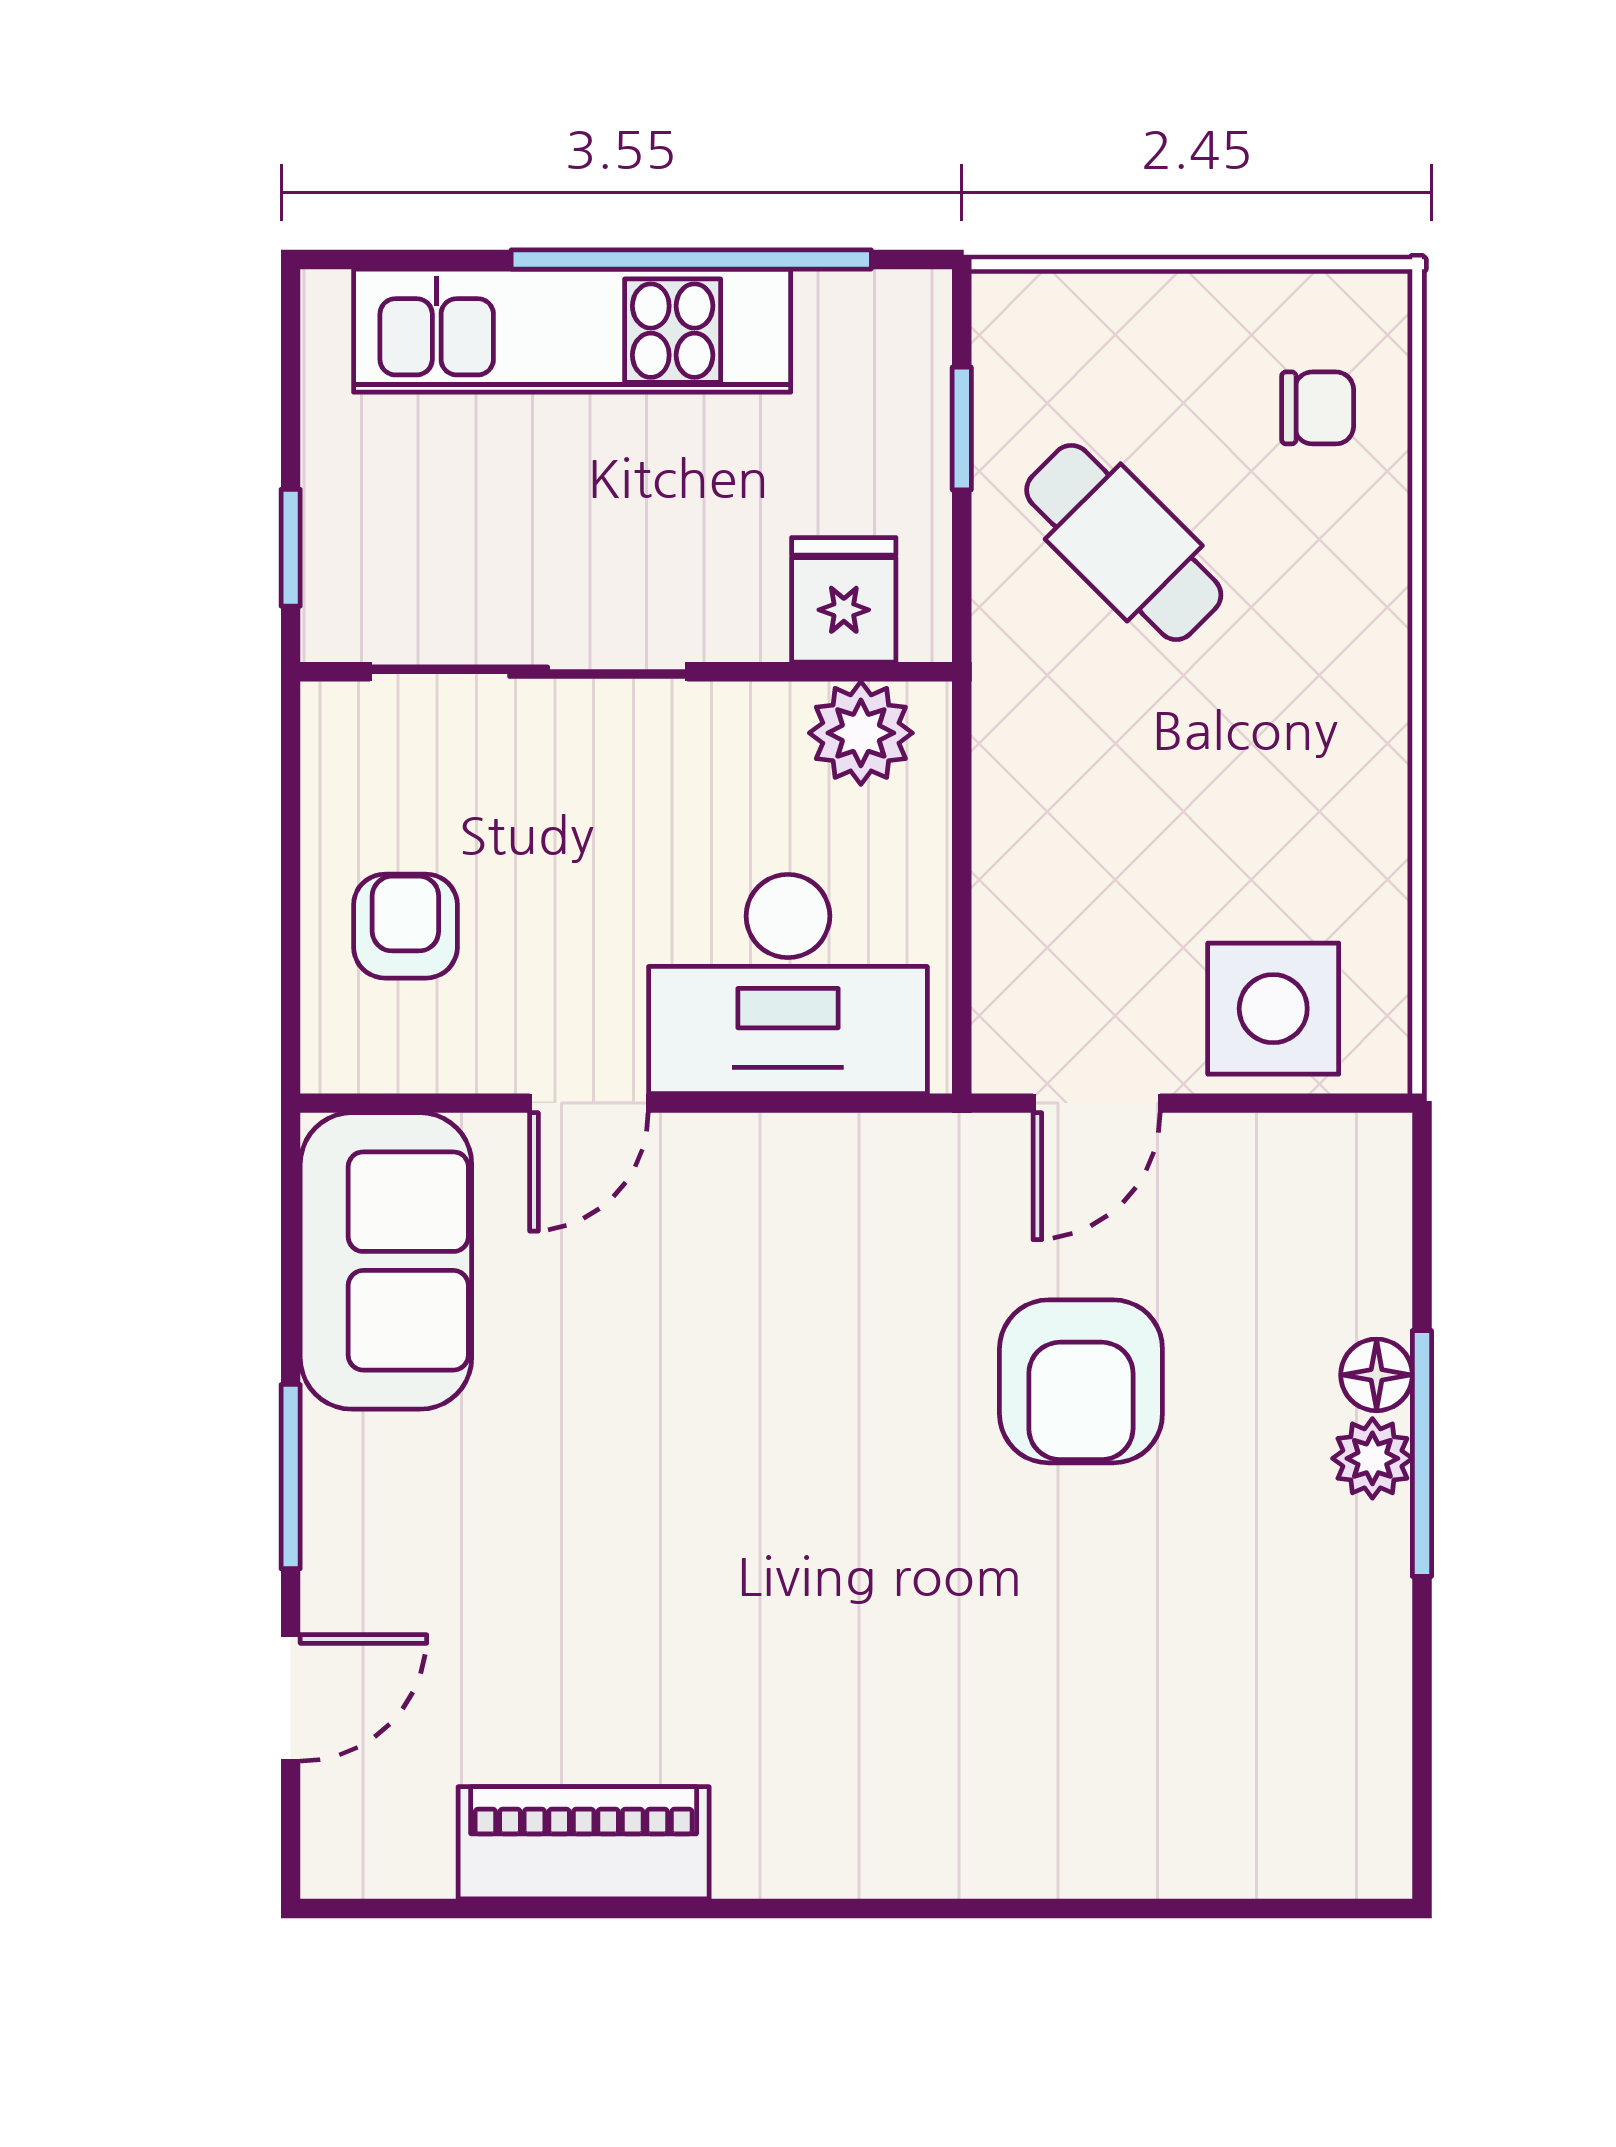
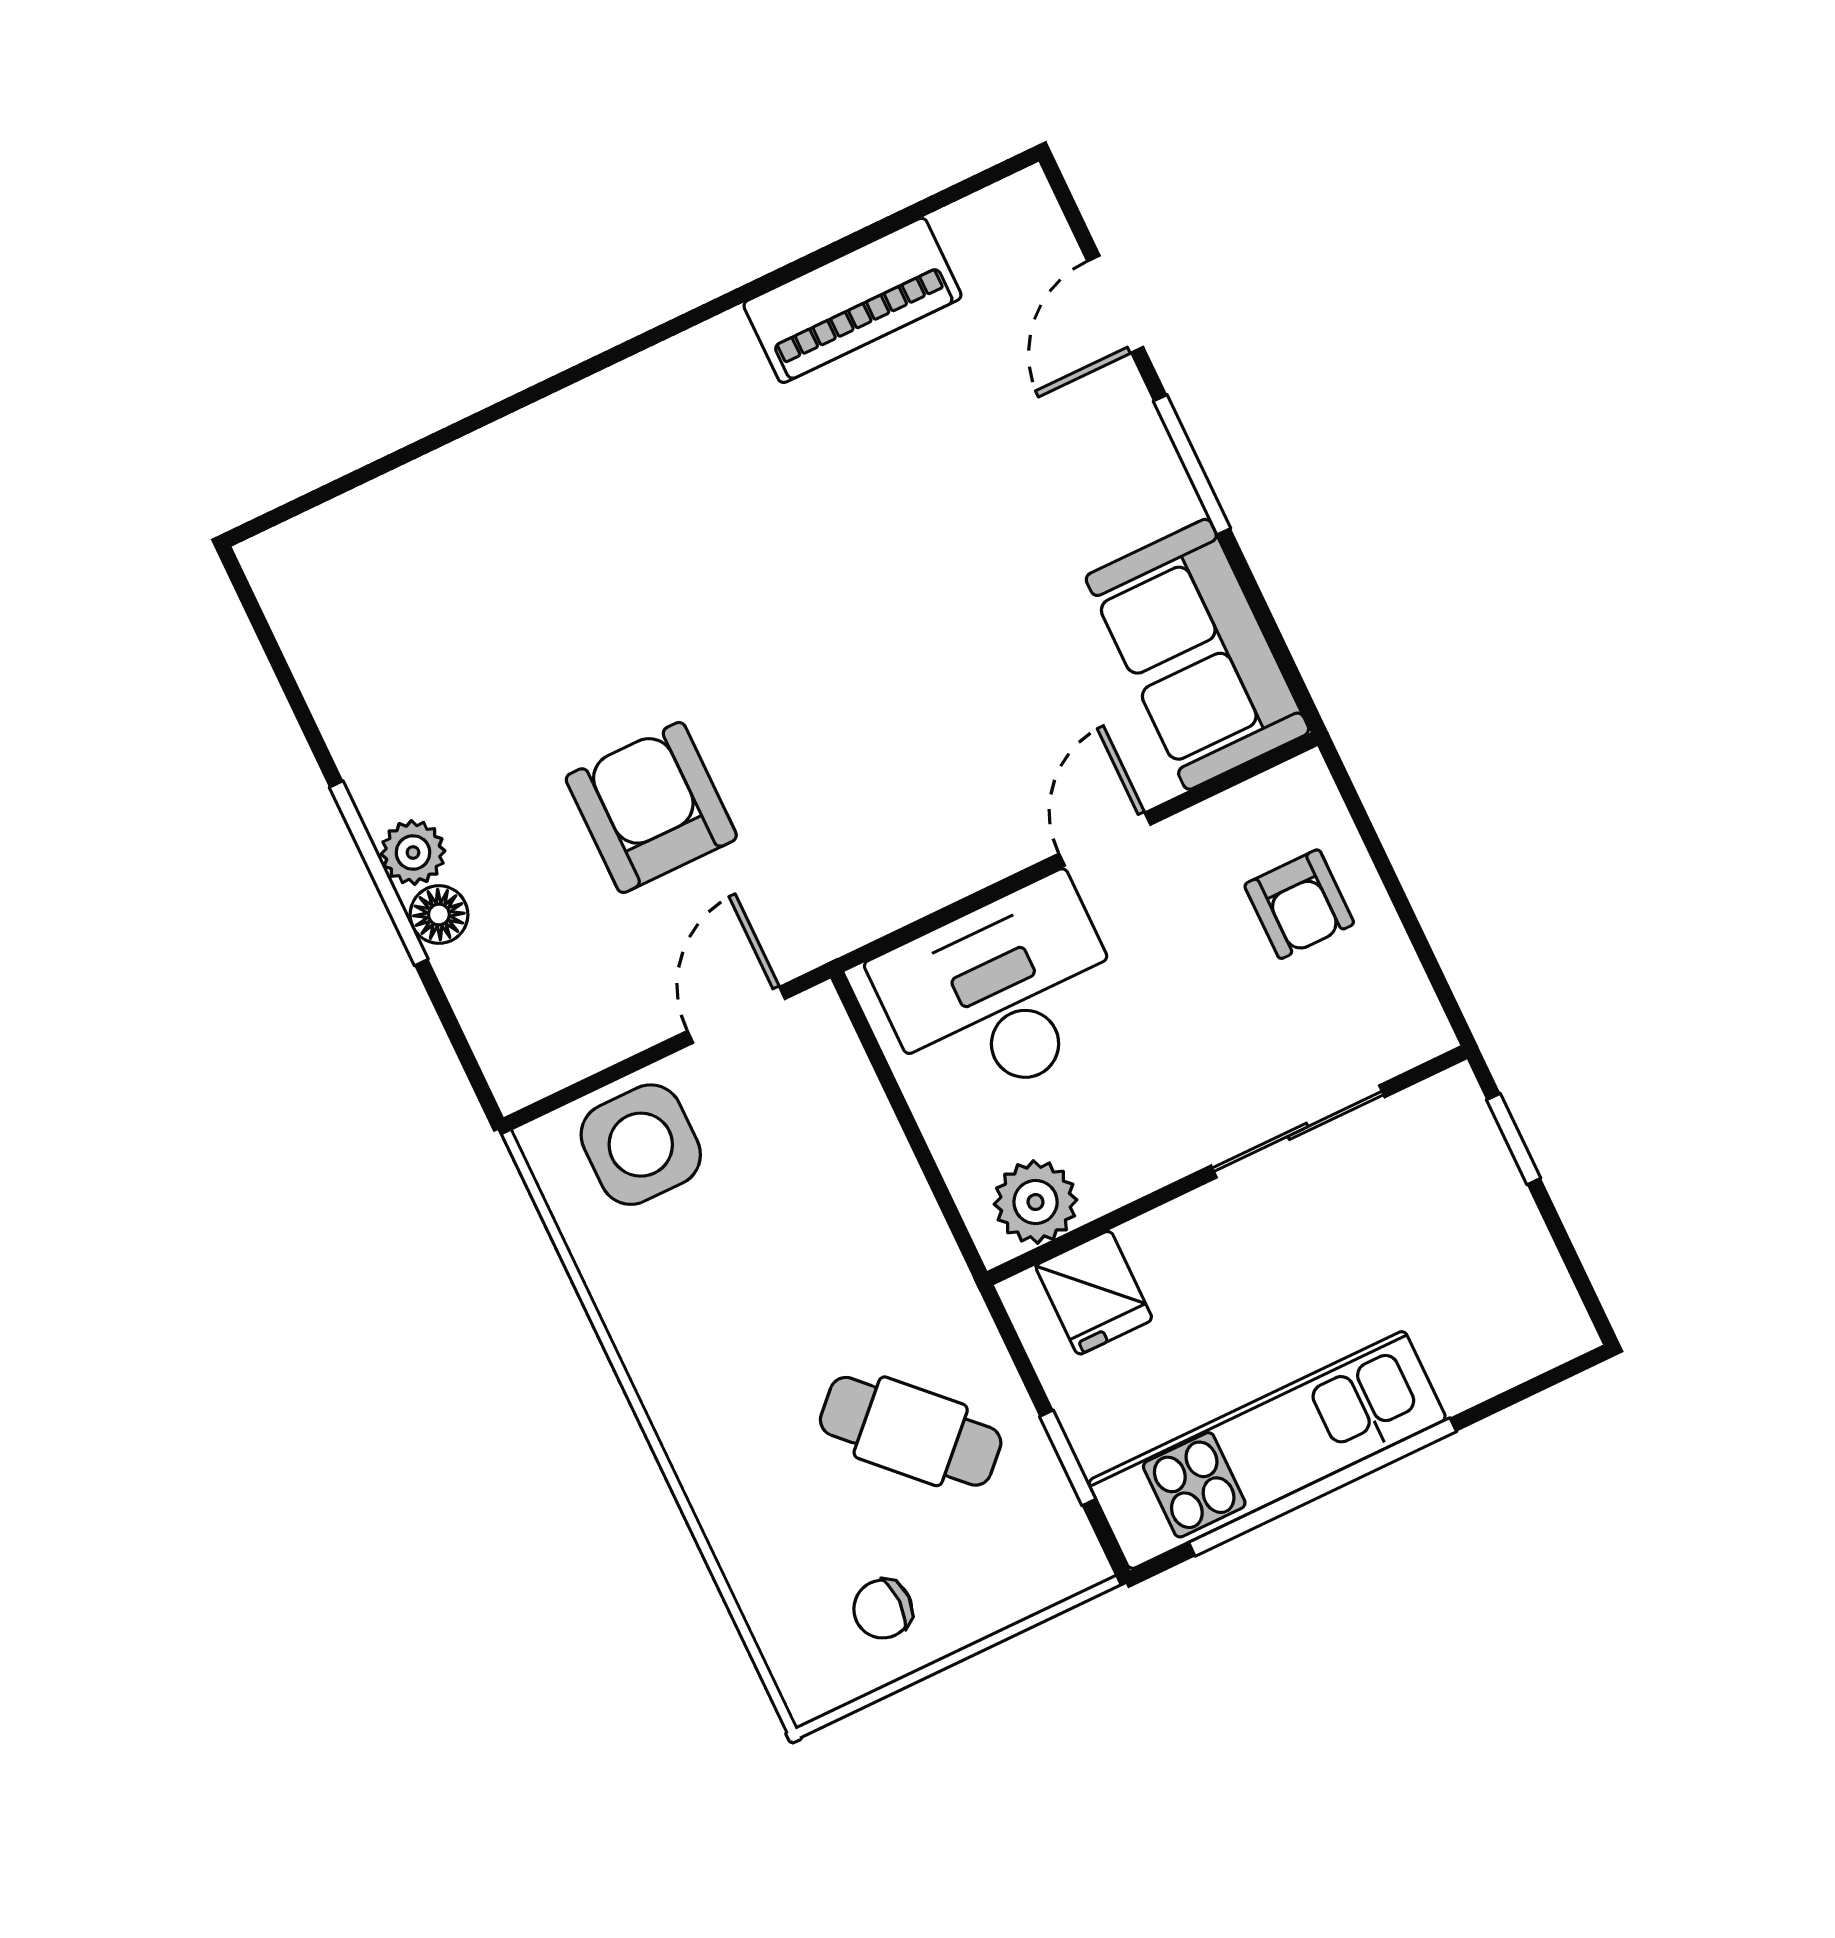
kitchen unit: (572, 331) -> (1267, 1450), moved
chair: (1318, 408) -> (883, 1609), moved
sliding door: (529, 672) -> (1298, 1131), width x0.73

